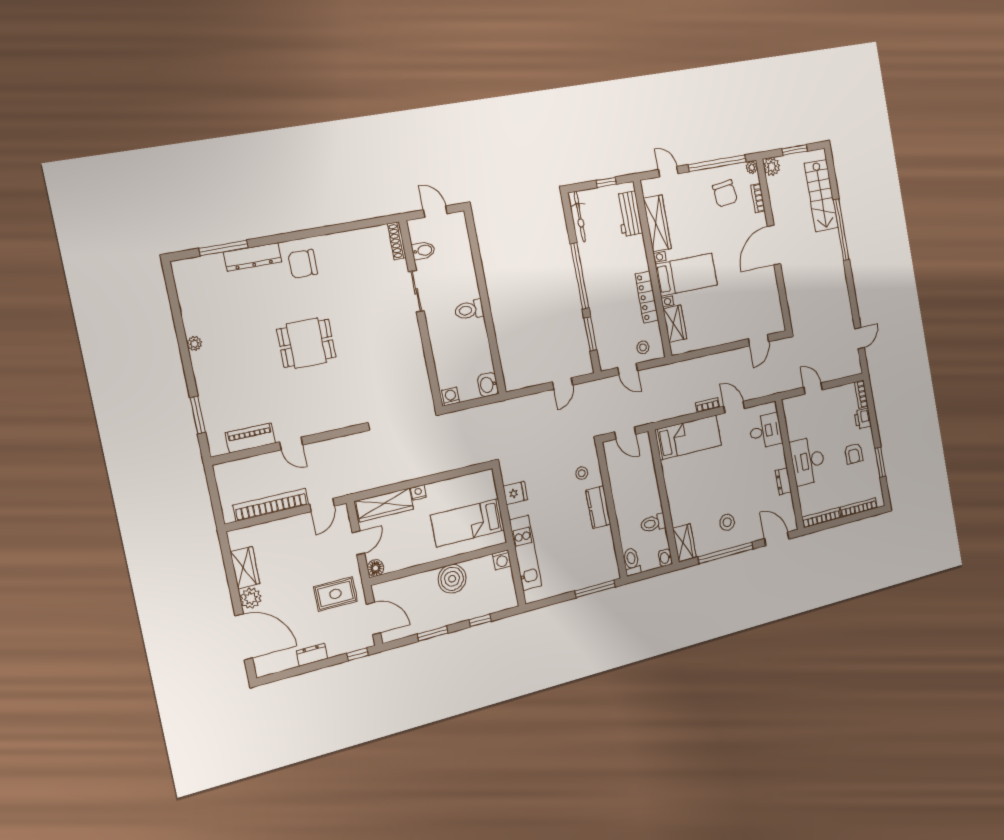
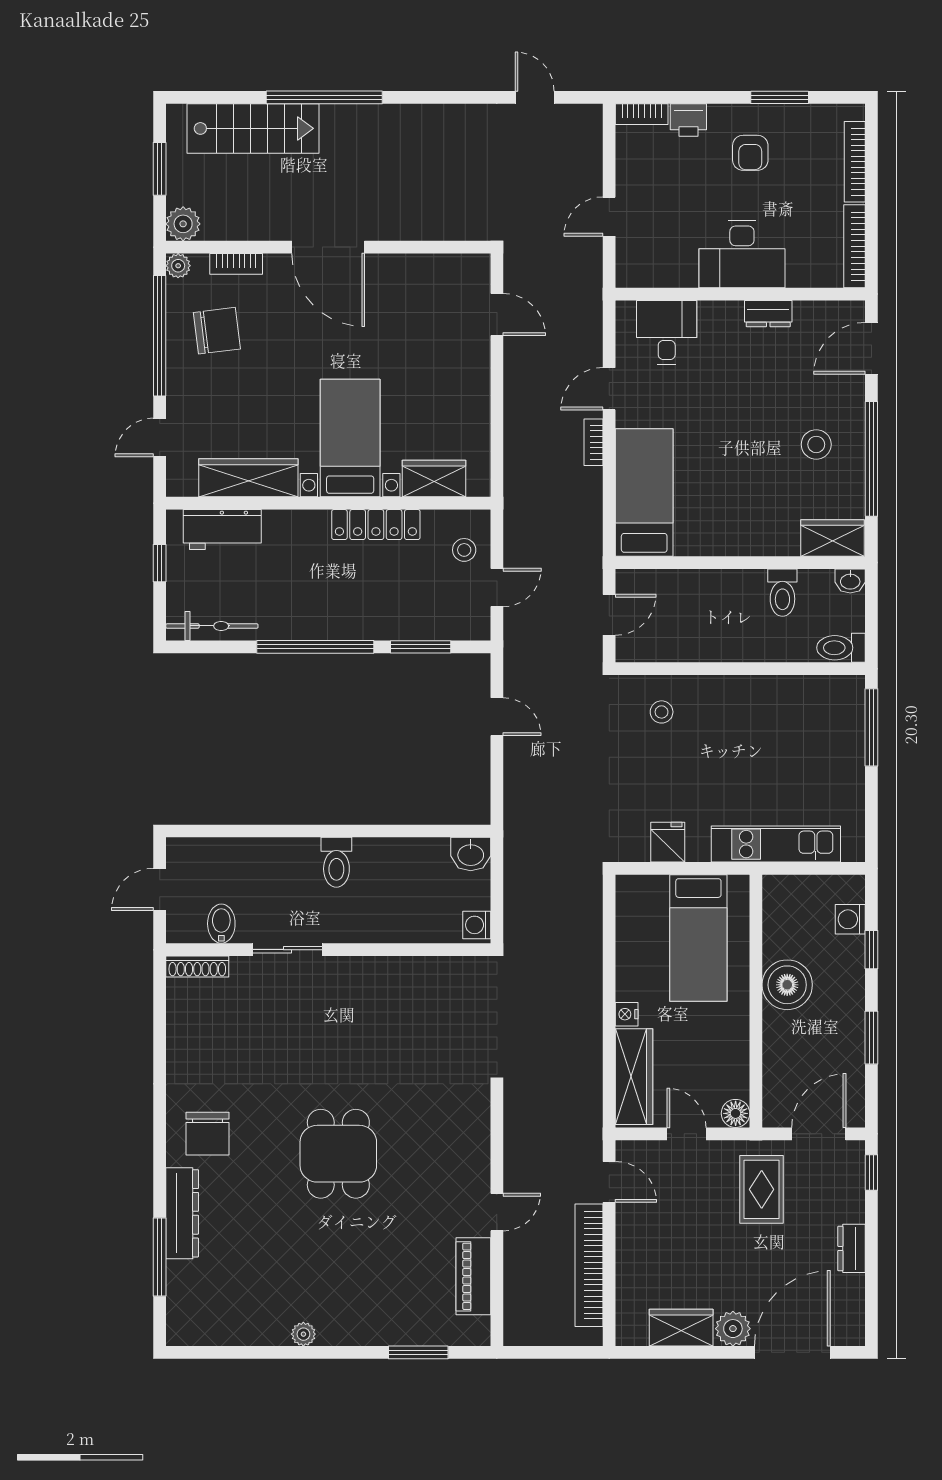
armchair: (854, 454) -> (750, 153), turned 90
kitchen counter: (598, 507) -> (729, 693), removed
washing machine: (502, 560) -> (850, 919), moved, turned 180

